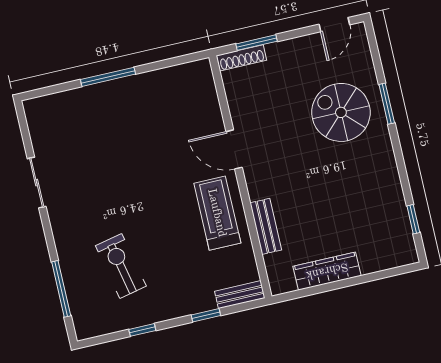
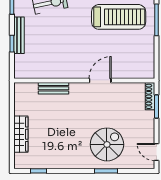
treadmill: (217, 213) -> (119, 17), moved, width x1.37, depth x1.38
wardrobe: (327, 271) -> (21, 134), moved
bench: (240, 295) -> (19, 35), moved, width x1.36

